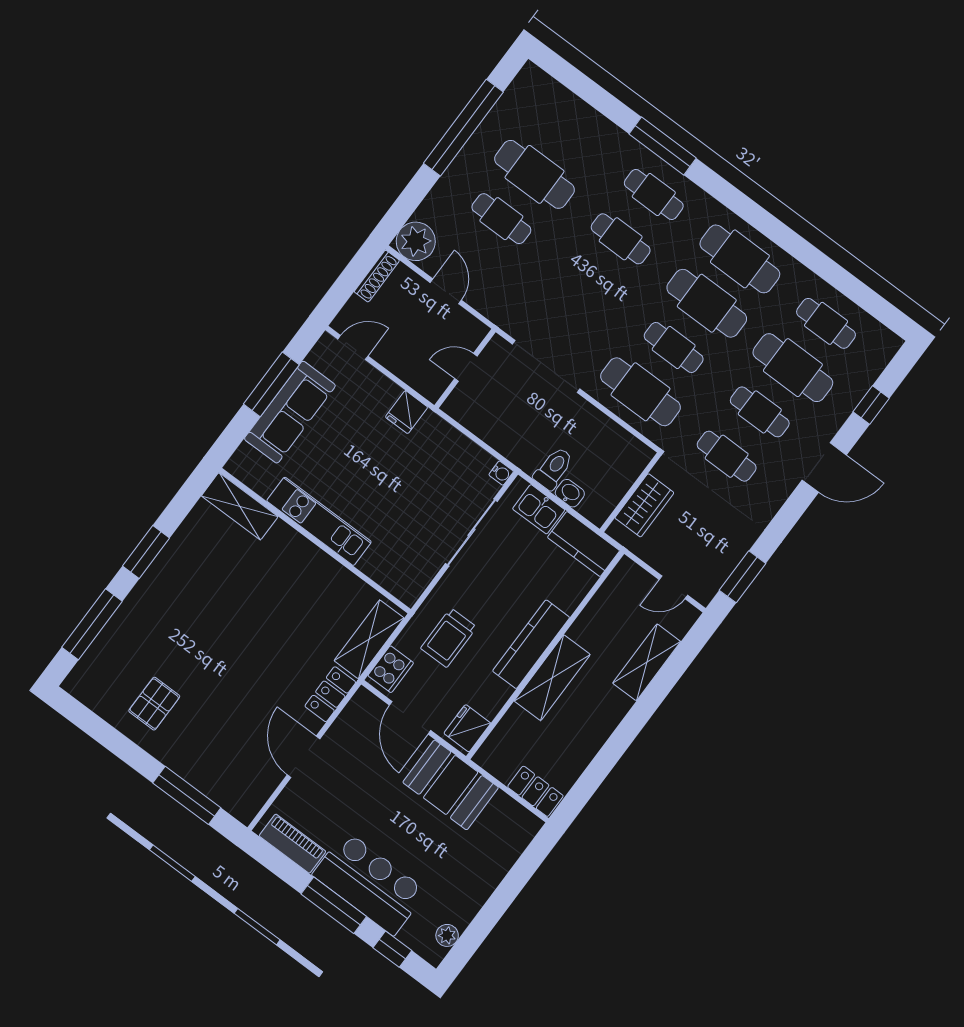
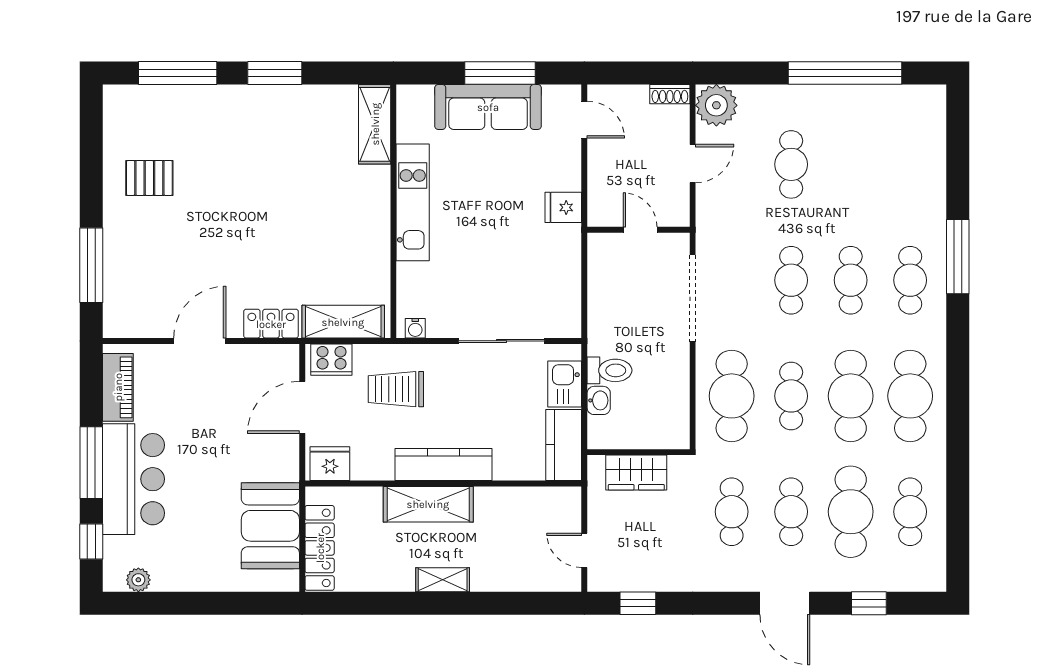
cafe table: (535, 174) -> (791, 280), moved, width x0.73, depth x0.74
shoe rack: (377, 276) -> (670, 94), width x0.70
water cooler: (501, 473) -> (415, 328), moved
window: (742, 577) -> (638, 603), width x0.67
shelving: (647, 662) -> (443, 580), moved, width x0.67, depth x0.75
booth: (451, 785) -> (270, 526), moved
locker: (535, 791) -> (320, 548), width x1.53

